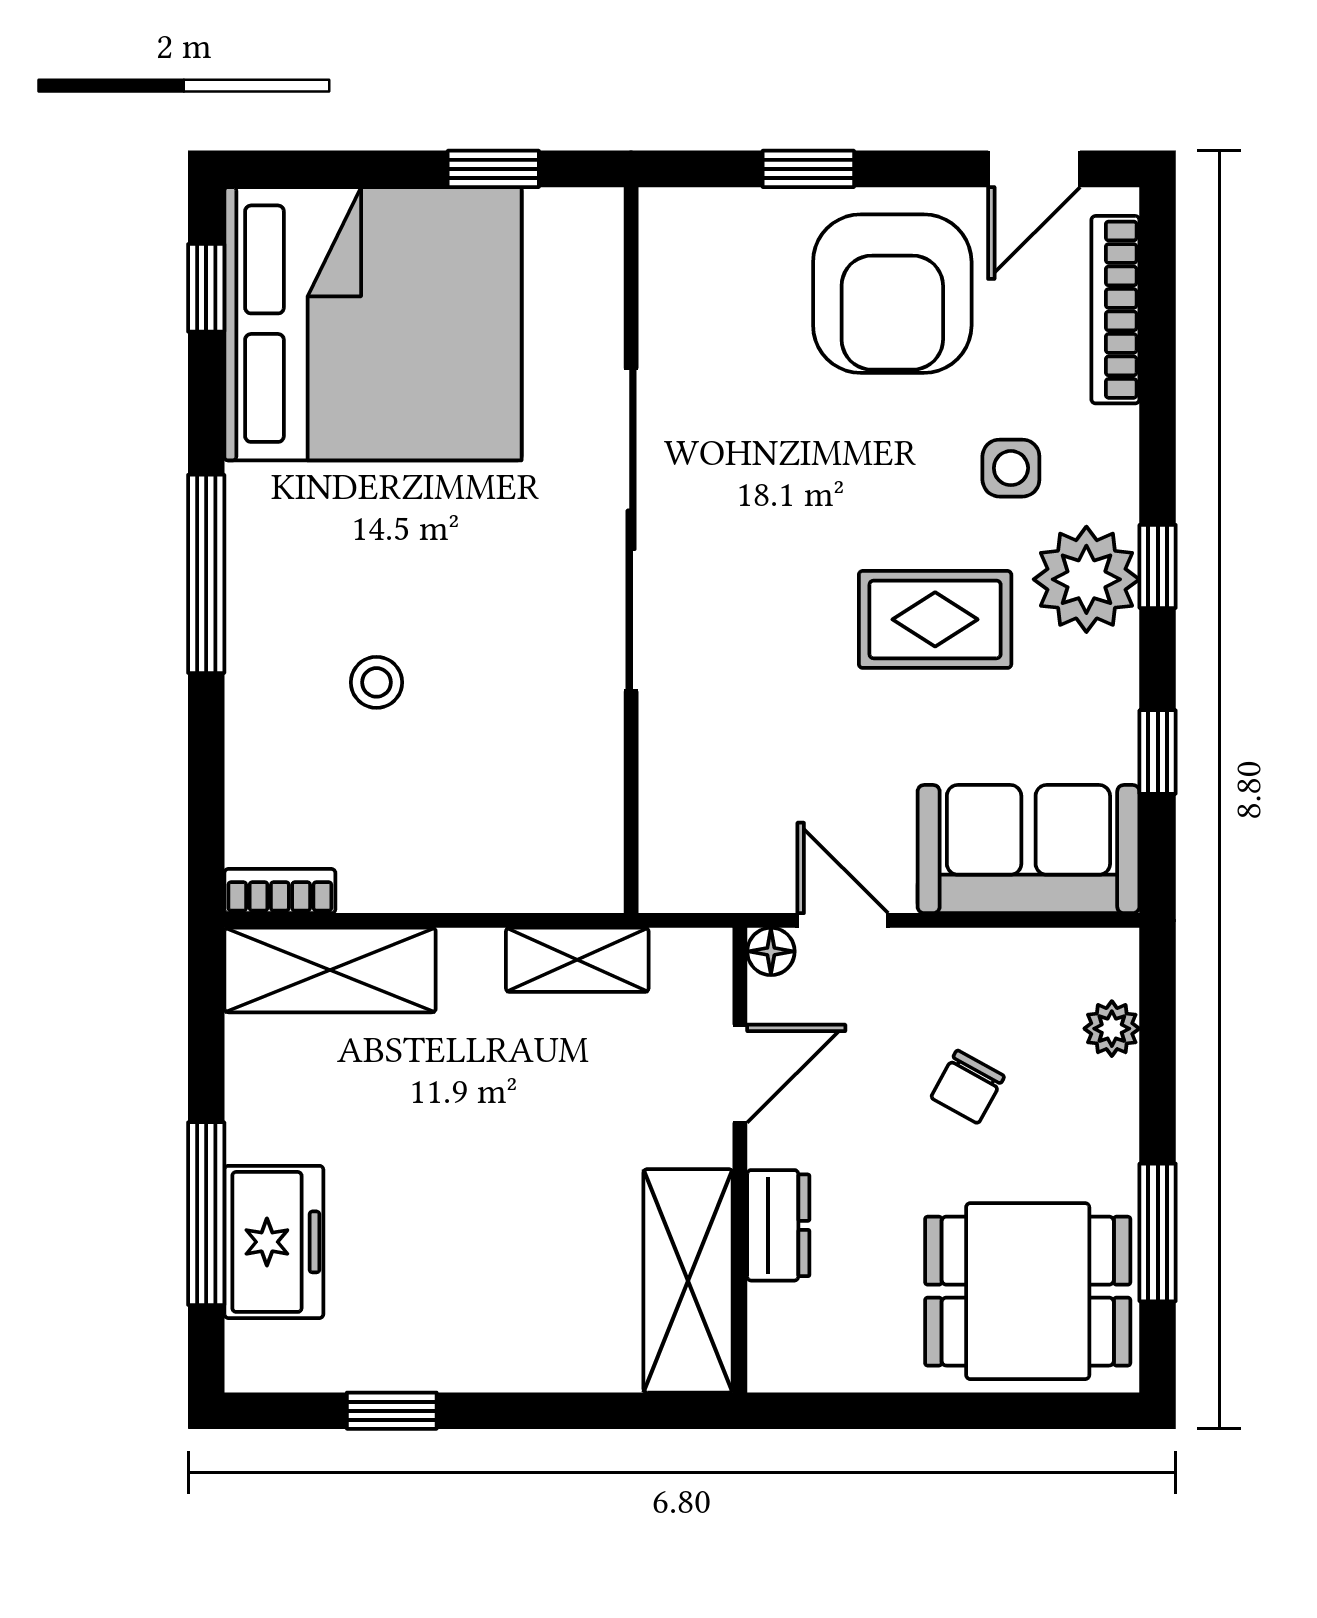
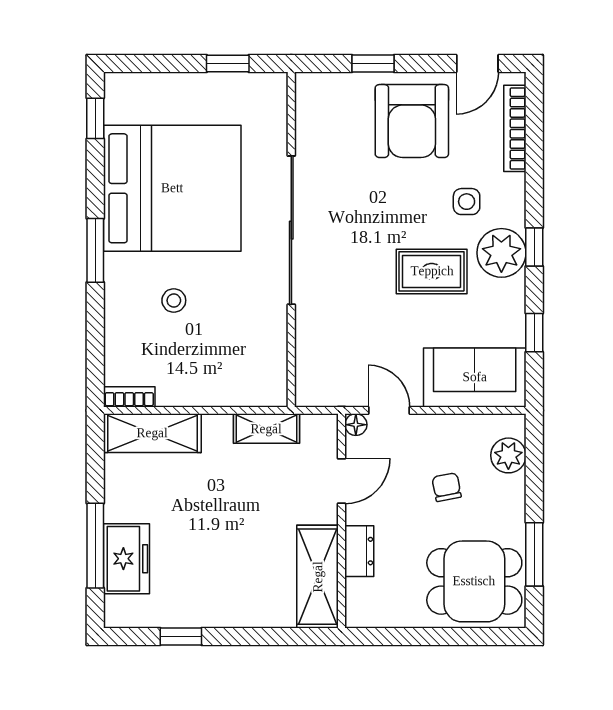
bed: (373, 324) -> (172, 188), moved
window: (206, 574) -> (95, 250), width x0.69
plant: (1112, 1029) -> (508, 455), width x1.38, depth x1.38
chair: (968, 1087) -> (447, 487), turned 140

